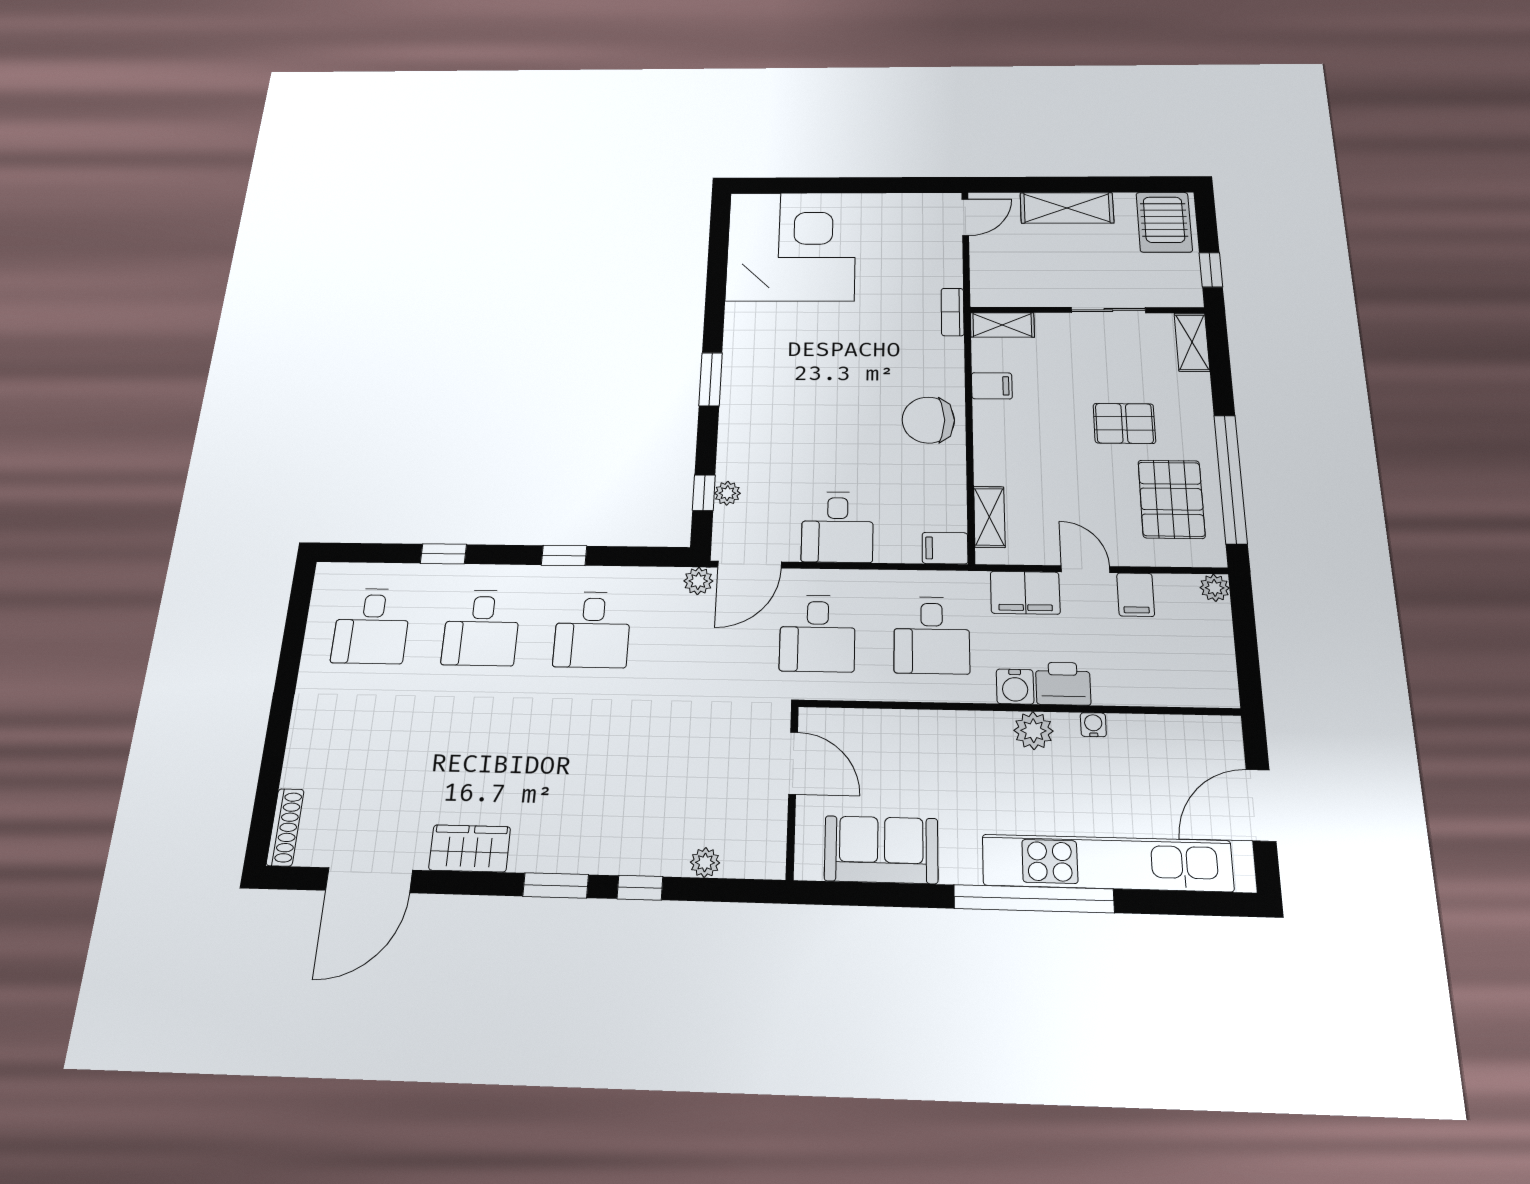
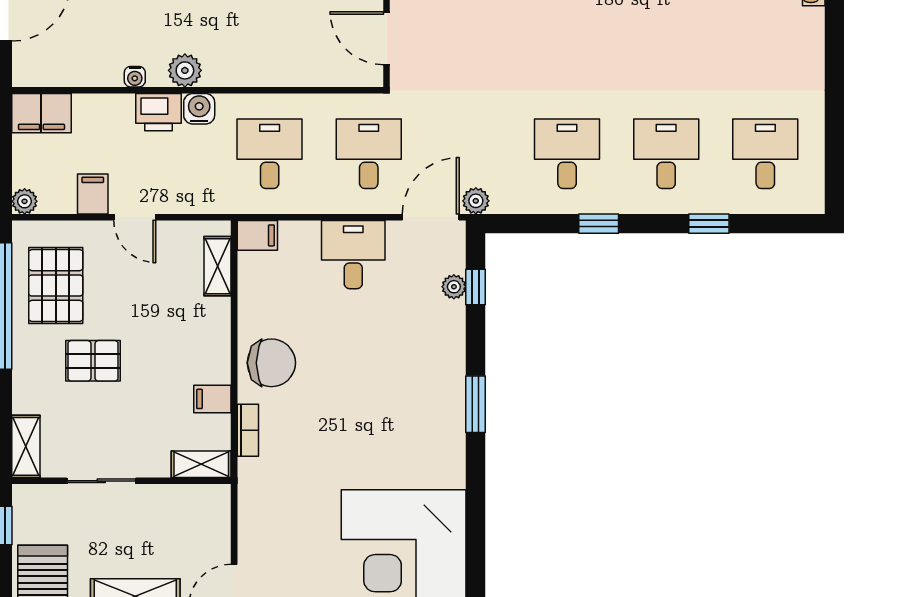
bookcase: (953, 312) -> (248, 430), moved
filing cabinet: (1025, 593) -> (41, 113), moved, turned 180

